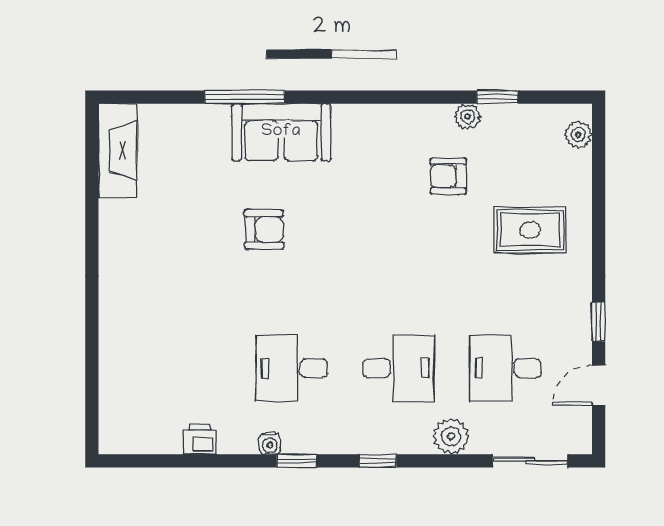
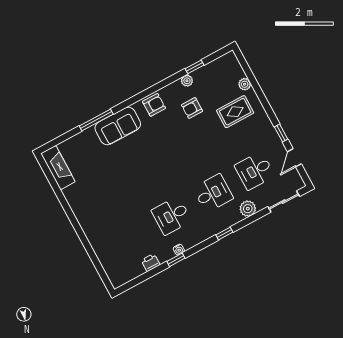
plant: (578, 135) -> (245, 84), moved
armchair: (264, 230) -> (154, 105), moved
window: (297, 461) -> (176, 260), moved

